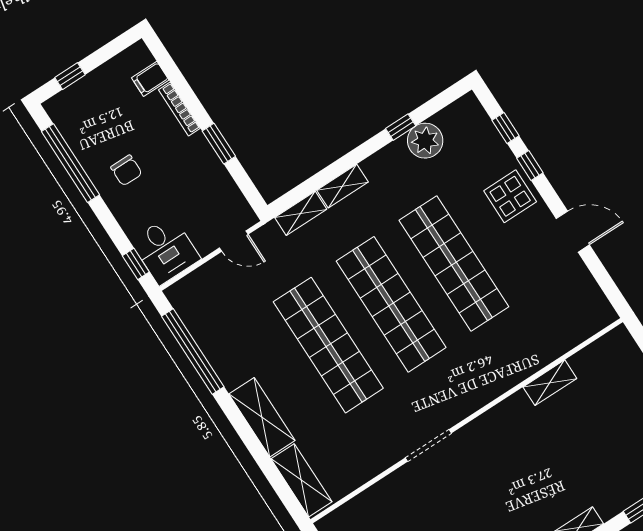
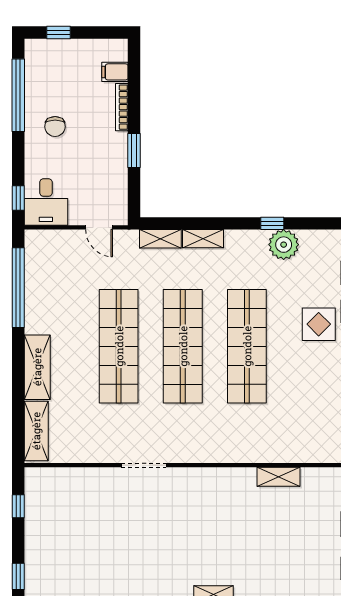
shelving: (550, 383) -> (278, 477), moved

